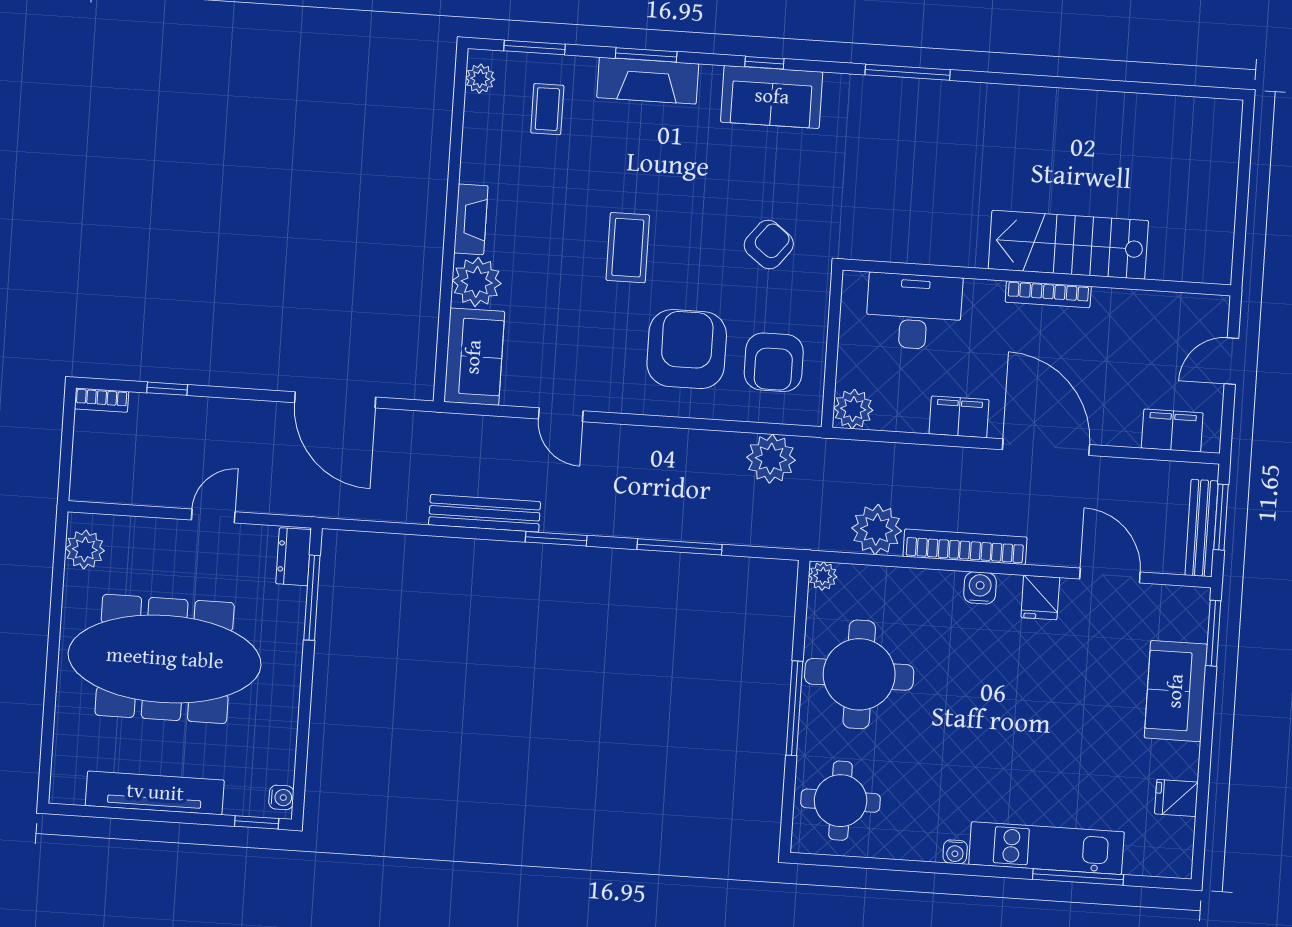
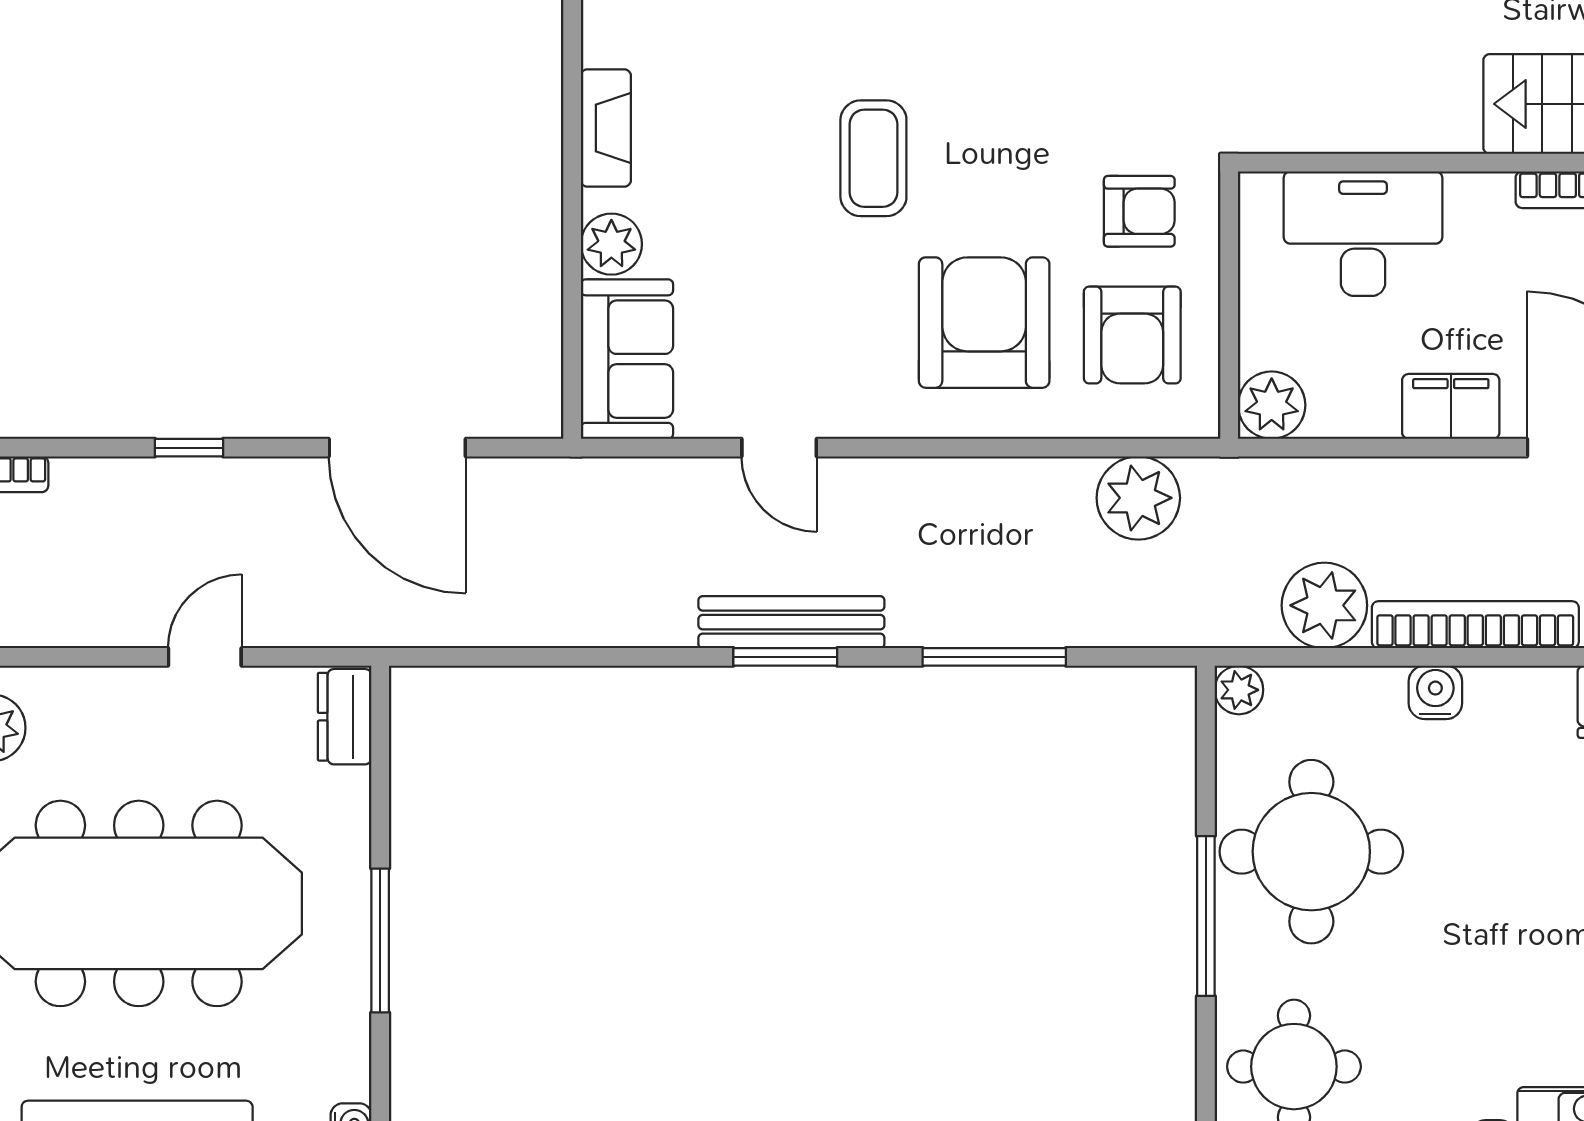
armchair: (769, 244) -> (1139, 211), moved, turned 52
plant: (477, 282) -> (611, 244), width x0.73, depth x0.73
window: (167, 389) -> (189, 448), moved
bench: (485, 513) -> (791, 622), moved
water cooler: (980, 588) -> (1435, 692), moved
window: (312, 598) -> (380, 940), moved

